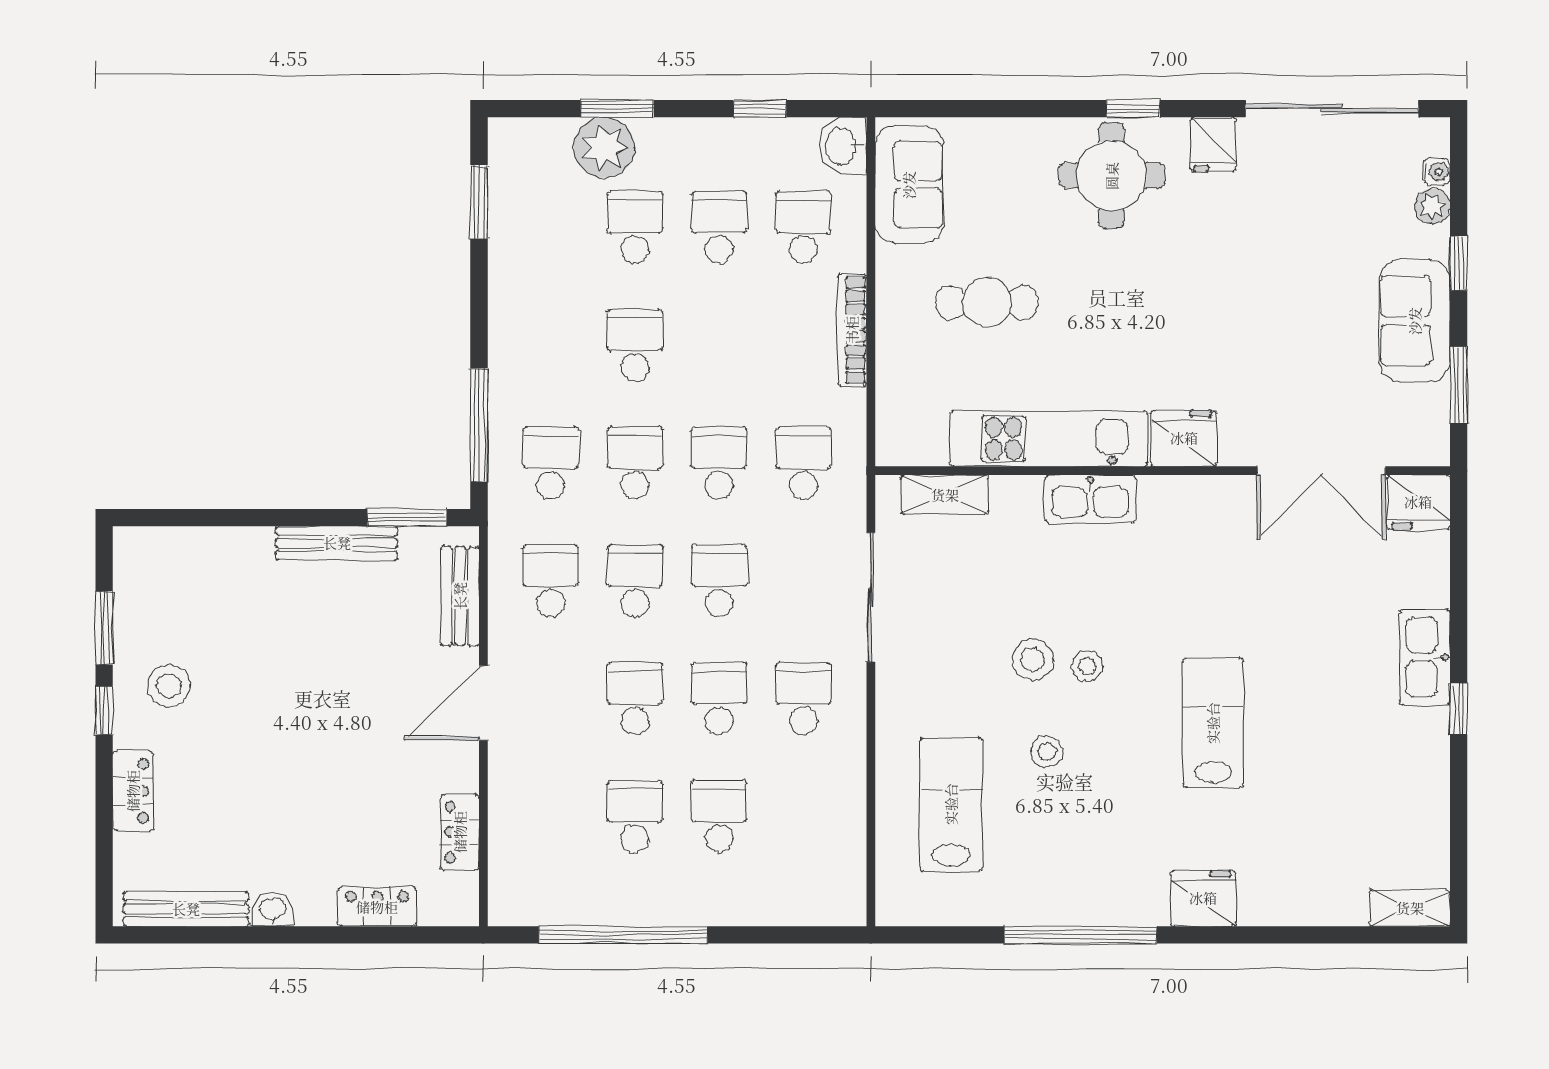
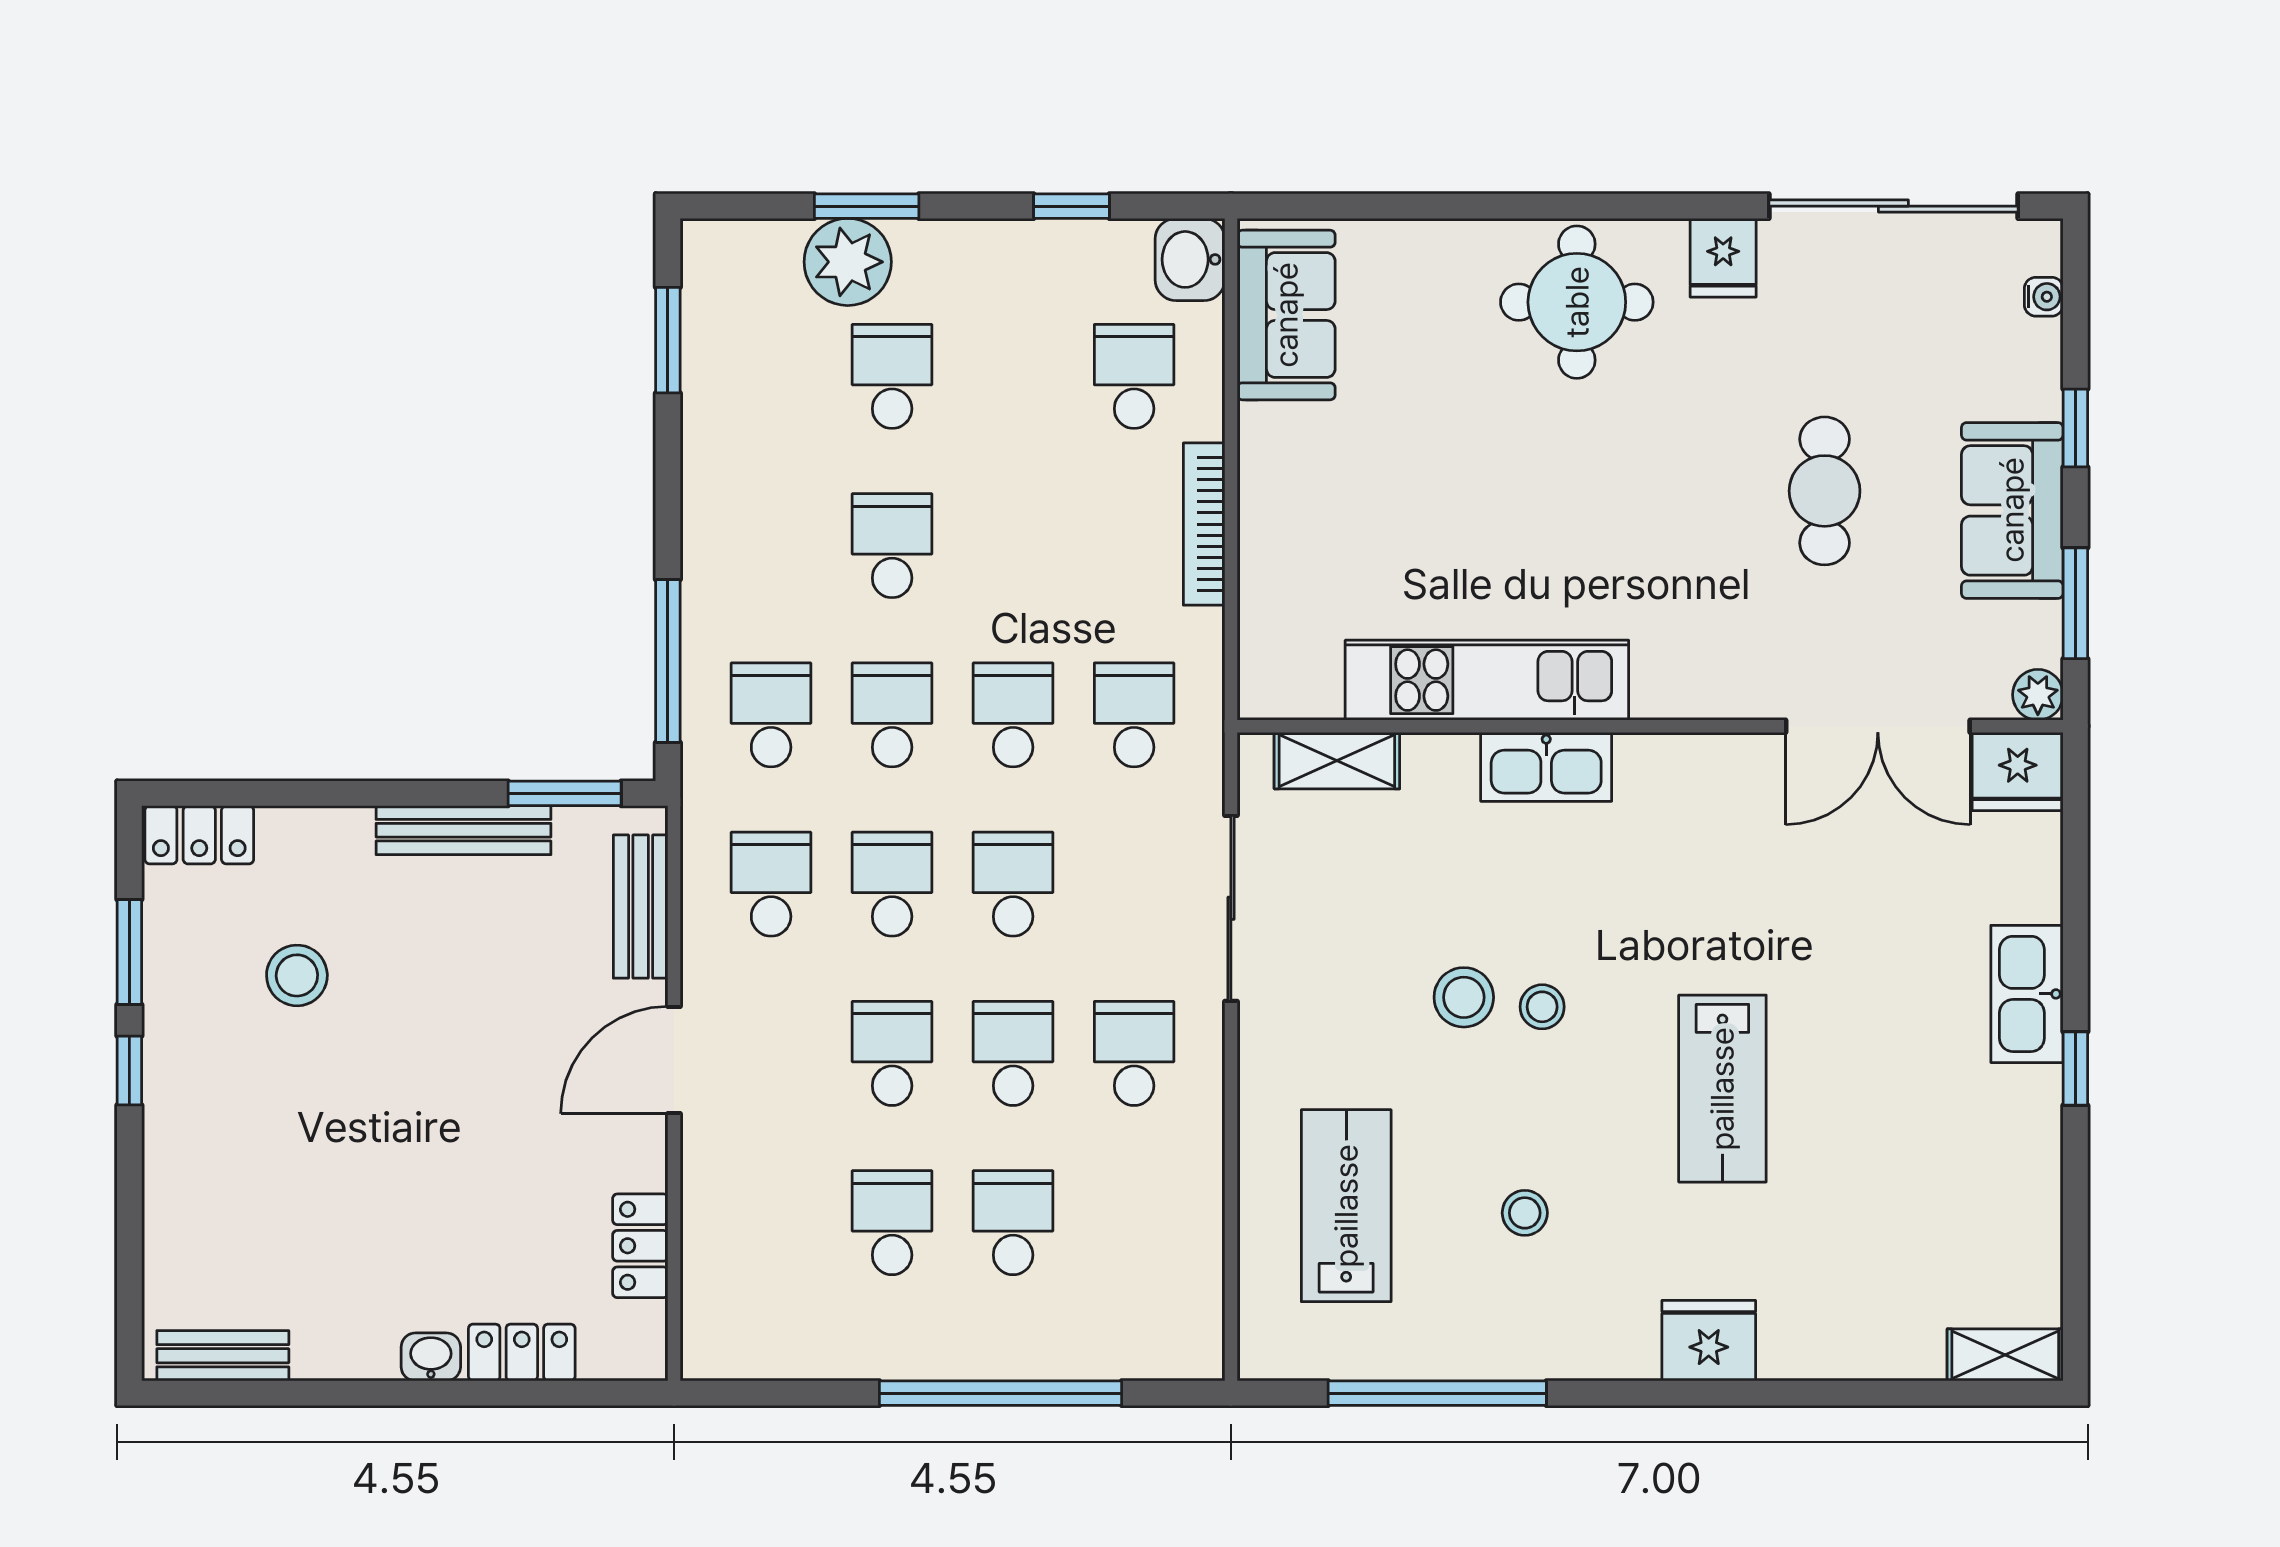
window: (1133, 109) -> (1608, 206), removed
plant: (1432, 206) -> (2038, 695), moved
school desk: (719, 227) -> (1013, 376), removed
cafe table: (987, 302) -> (1825, 491), moved, turned 90
fridge: (1184, 438) -> (1681, 680), removed
stool: (169, 686) -> (297, 975), moved
lab bench: (1213, 723) -> (1722, 1089), turned 180
stool: (1047, 752) -> (1525, 1213), moved
locker: (133, 791) -> (199, 835), moved, turned 90
bench: (186, 909) -> (223, 1356), width x0.73
washbasin: (273, 910) -> (431, 1357), moved
window: (623, 935) -> (1001, 1393), moved
window: (1081, 935) -> (1437, 1393), moved

